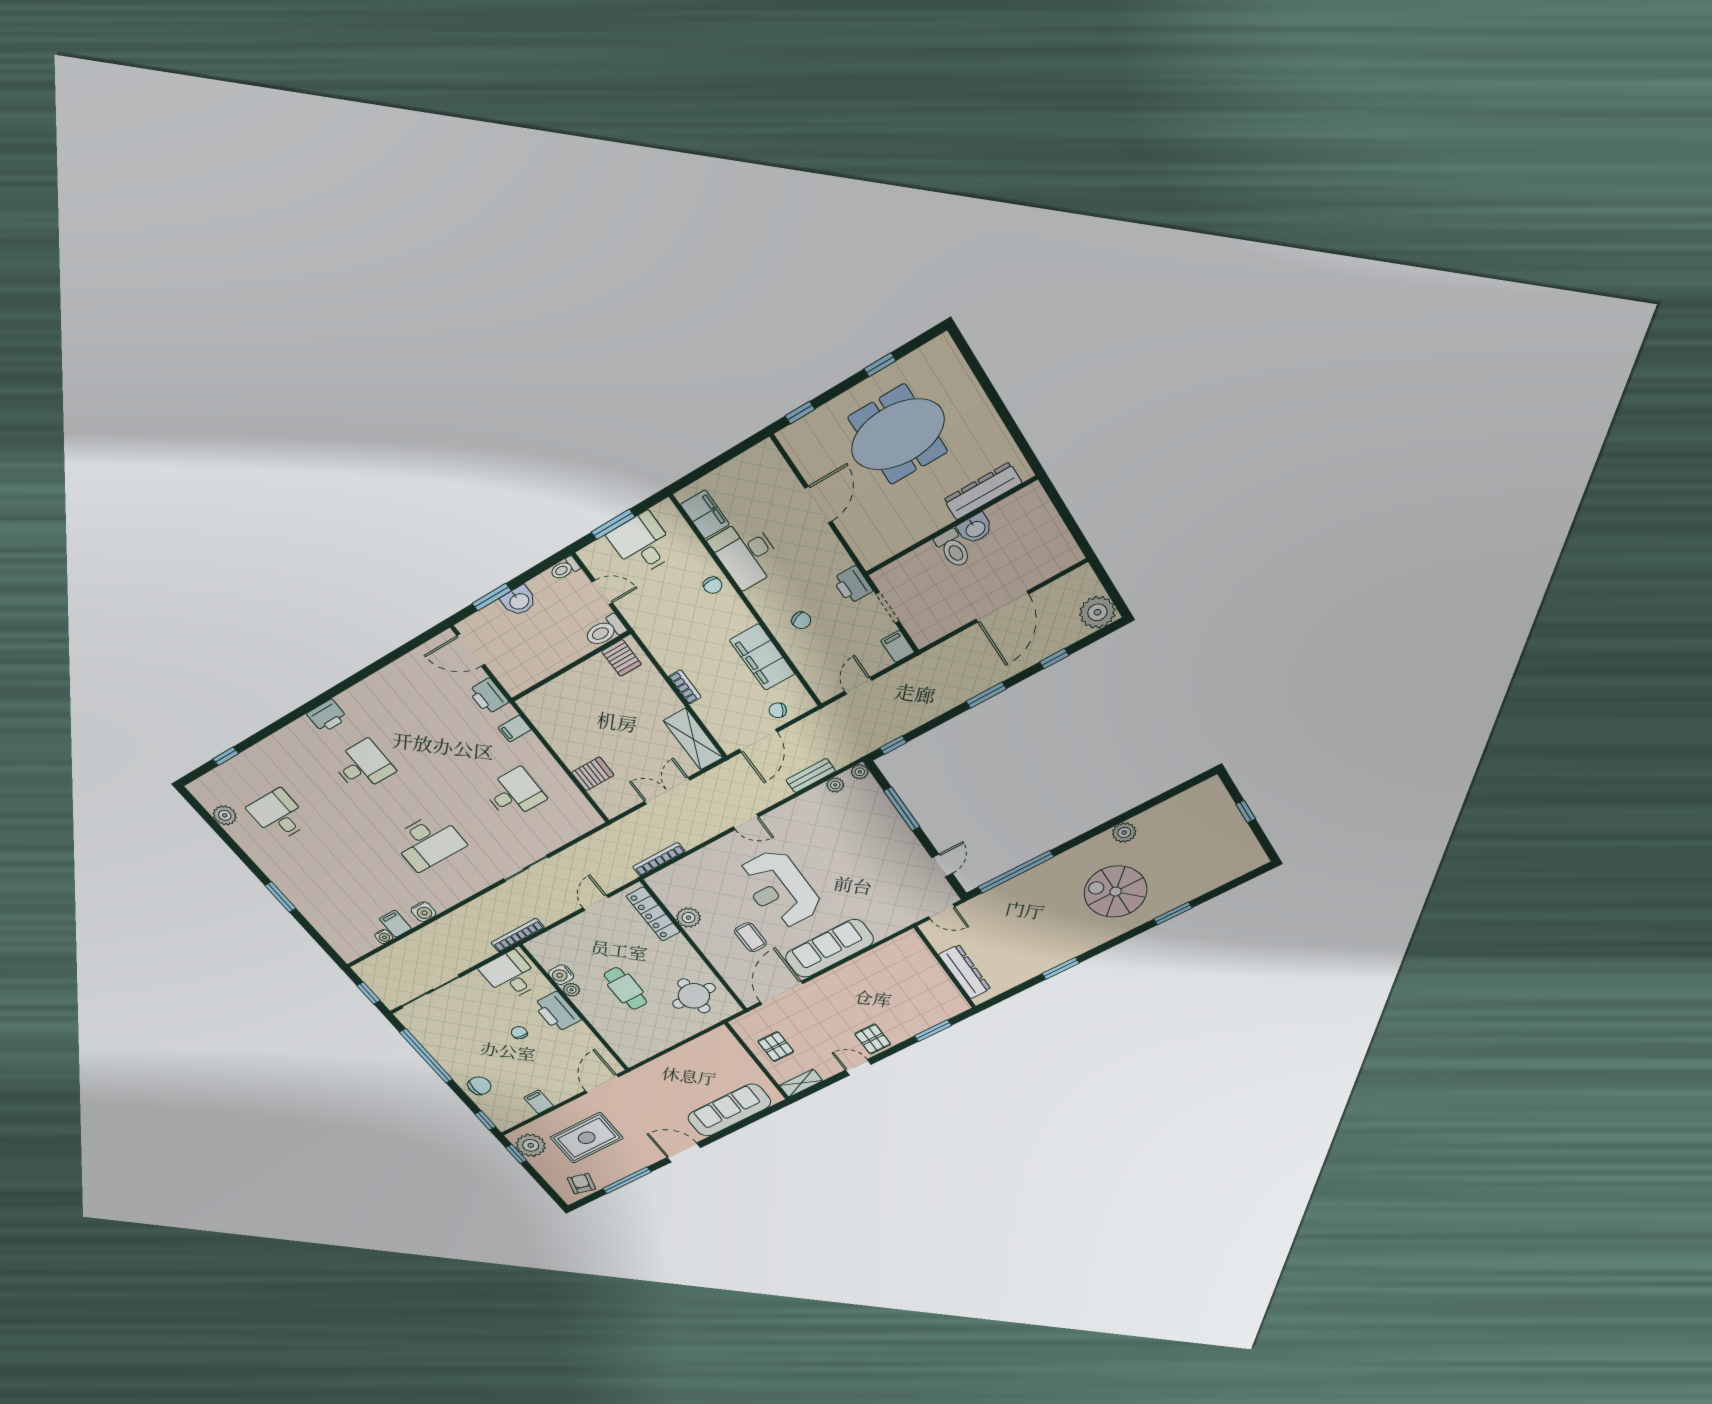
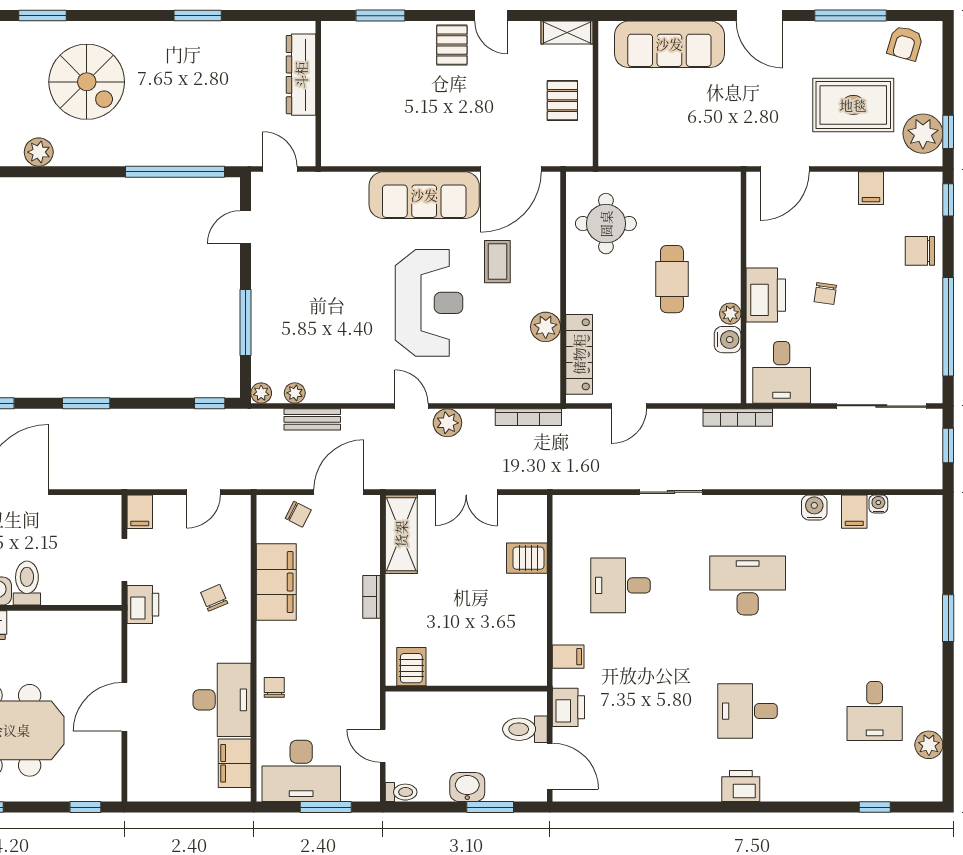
desk: (642, 544) -> (301, 771), width x1.37
toilet: (605, 631) -> (525, 729), moved, turned 180
plant: (713, 826) -> (447, 423), added

